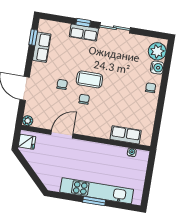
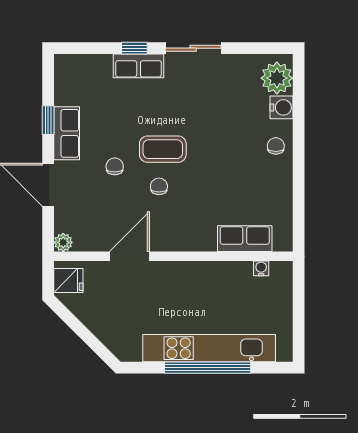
window: (33, 37) -> (48, 120), moved
row of seats: (42, 47) -> (67, 133), moved
window: (94, 201) -> (208, 368), width x2.11

